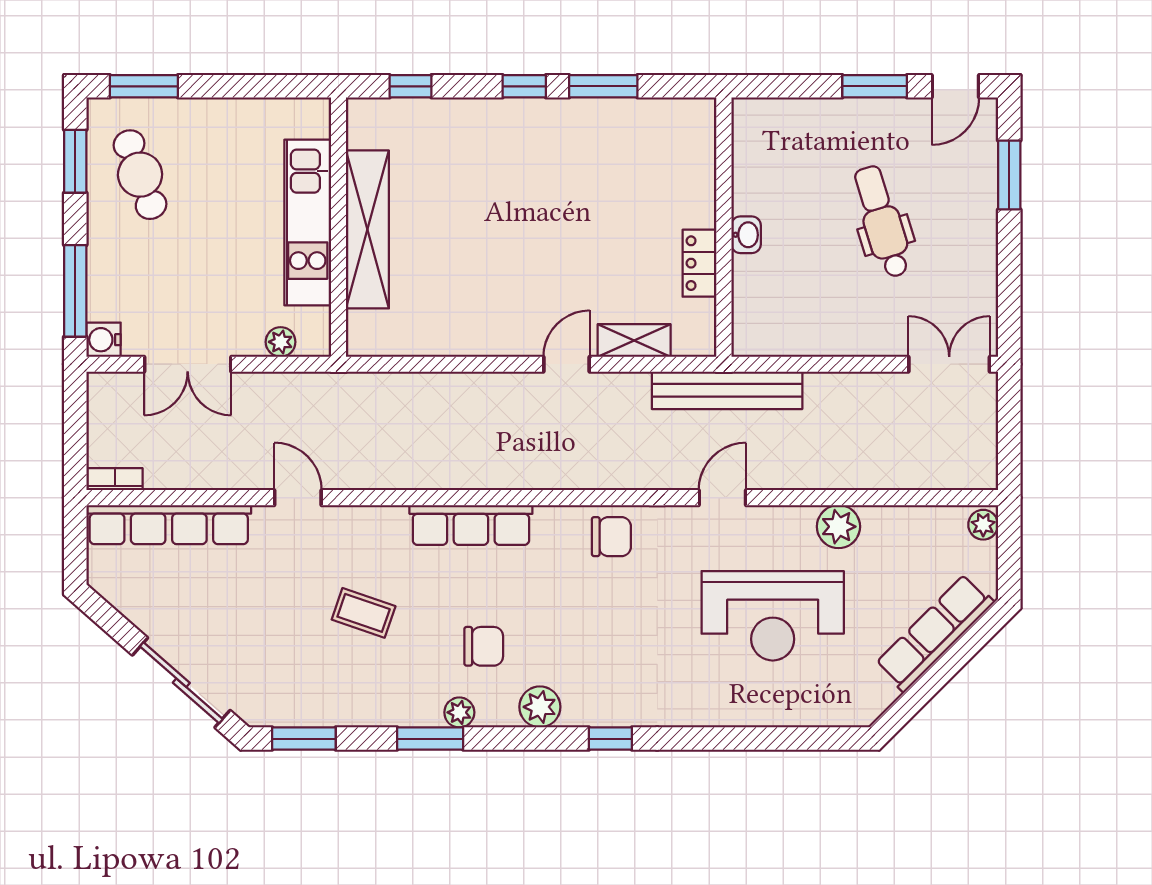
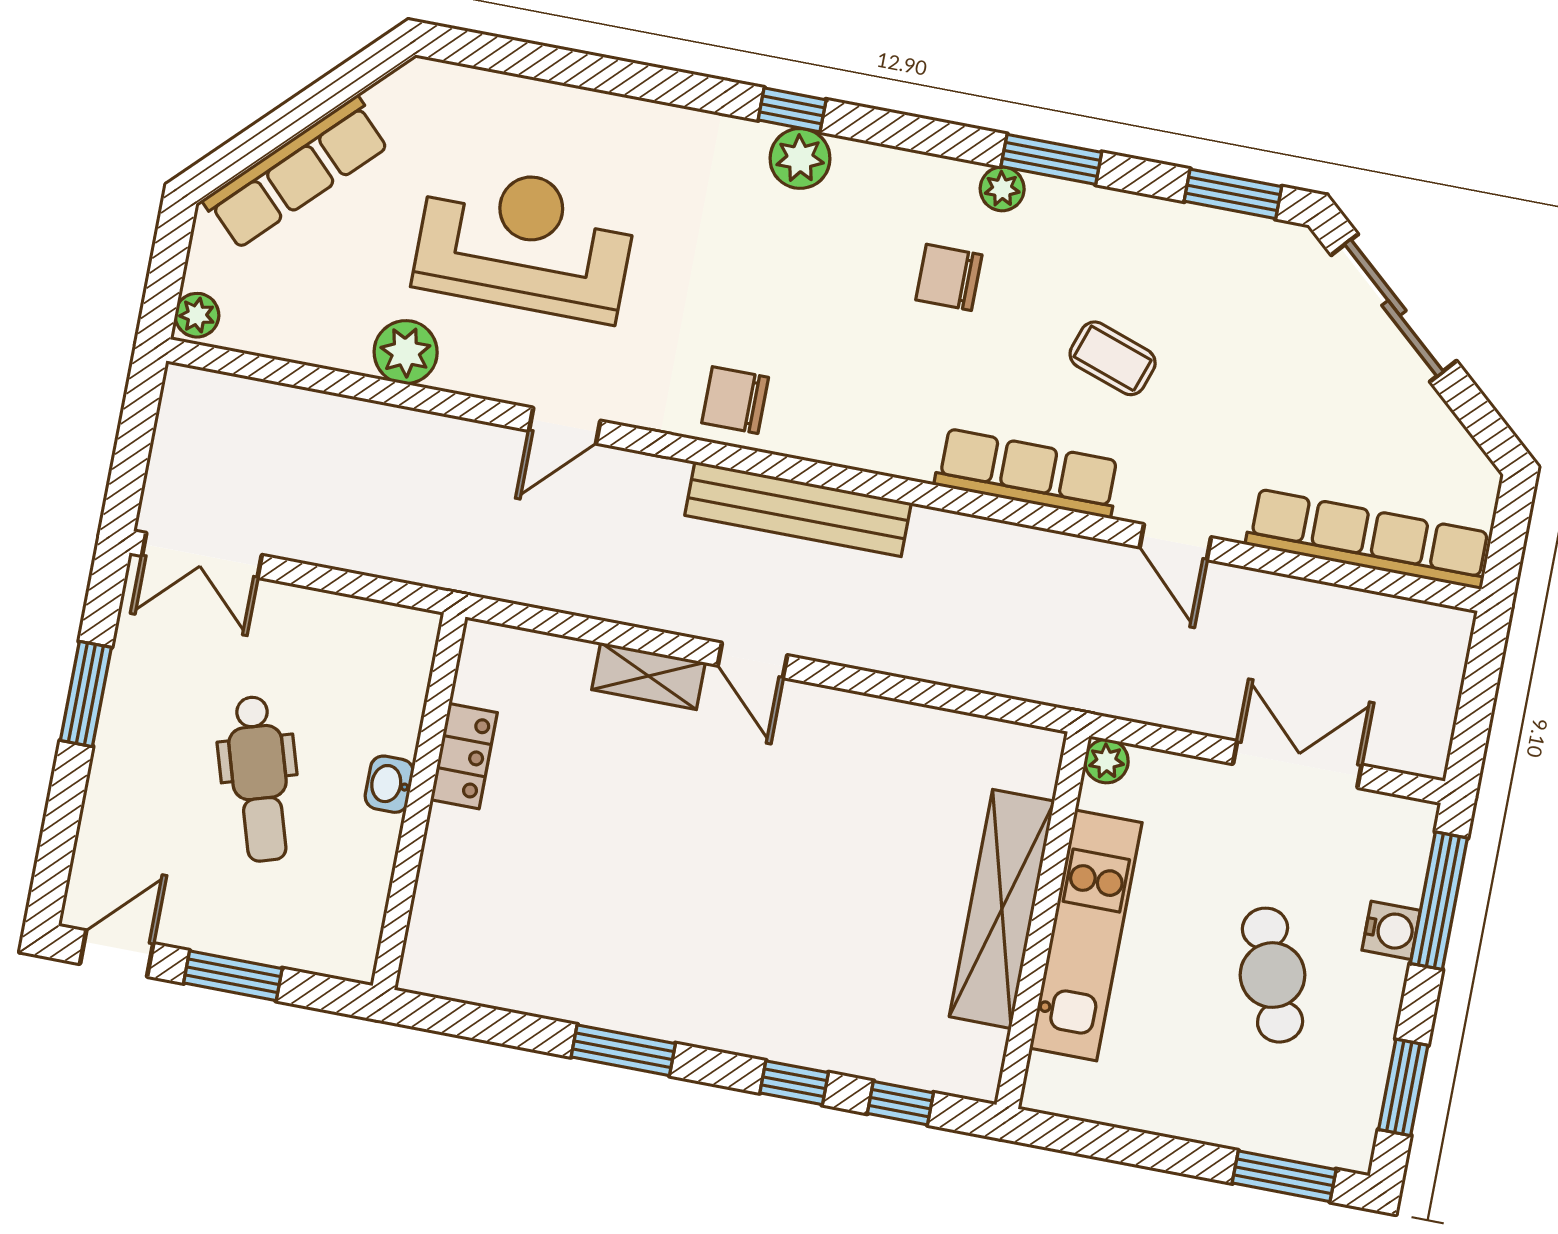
window: (524, 86) -> (794, 1083), moved
cafe table: (140, 175) -> (1273, 975), moved
window: (1009, 175) -> (86, 694), moved
wall: (724, 227) -> (419, 801), moved
washbasin: (746, 235) -> (389, 784), moved
locker: (700, 263) -> (464, 756), moved
water cooler: (104, 340) -> (1391, 930), moved
plant: (281, 342) -> (1106, 761), moved
door: (566, 364) -> (752, 660), hinge flipped
bench: (727, 390) -> (798, 509), moved
bookcase: (115, 479) -> (1434, 619), removed
row of seats: (471, 525) -> (1027, 473), moved
plant: (540, 707) -> (800, 158), moved

